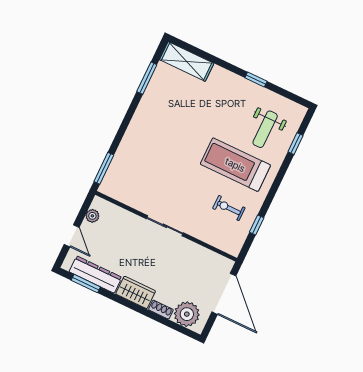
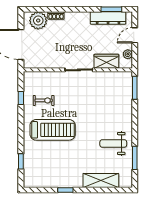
shelving: (187, 61) -> (101, 180), moved
weight bench: (265, 129) -> (113, 143), moved, turned -90
door: (72, 236) -> (135, 35), hinge flipped
wardrobe: (136, 292) -> (106, 61), moved, turned 180

